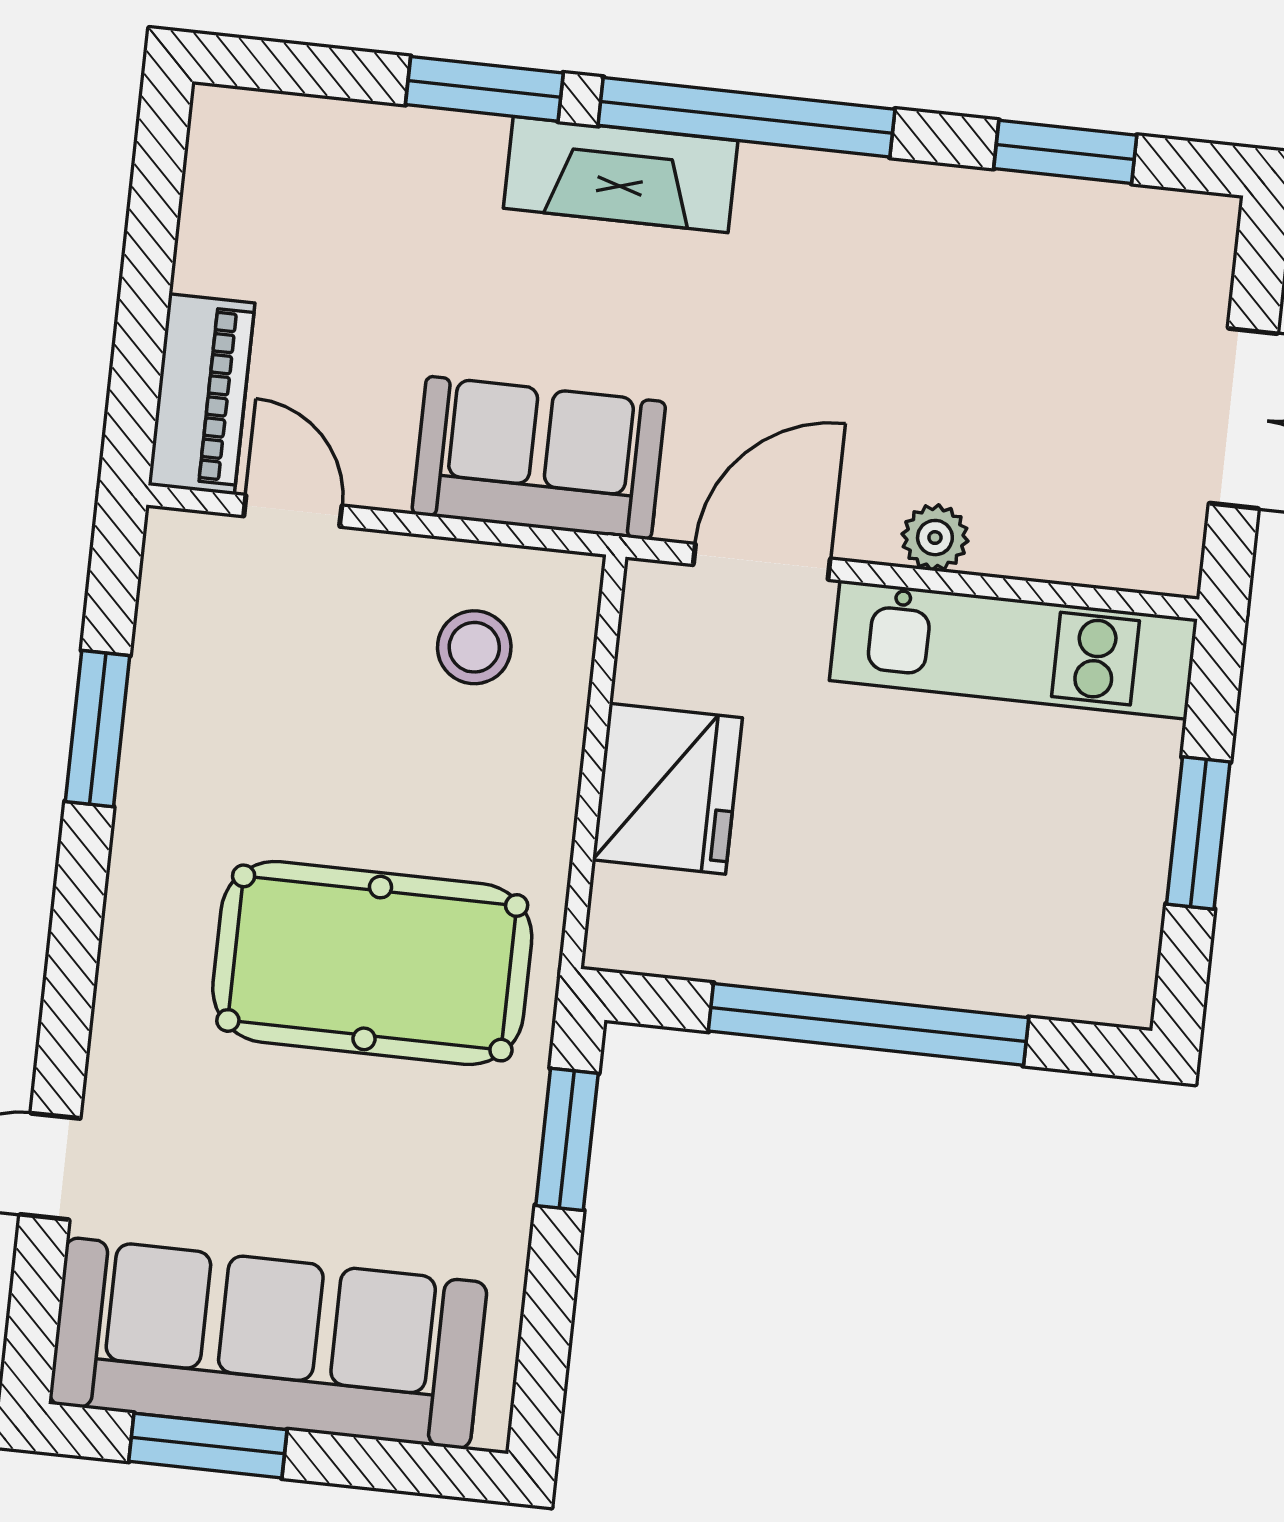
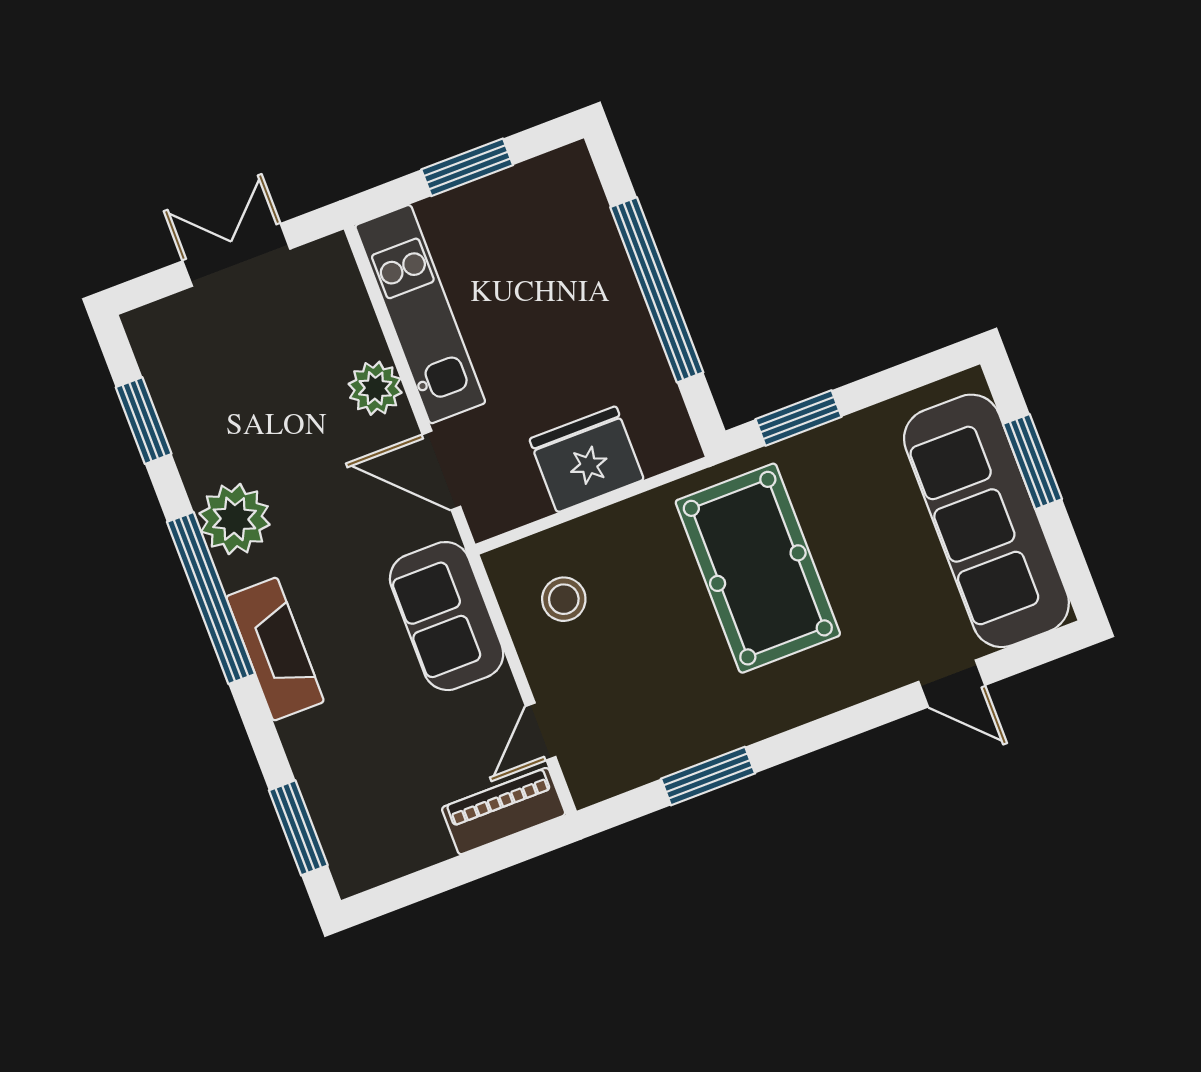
window: (484, 89) -> (298, 828), moved
plant: (847, 213) -> (234, 519), added
plant: (935, 538) -> (375, 388), width x1.38, depth x1.38
window: (208, 1446) -> (1032, 462), moved

